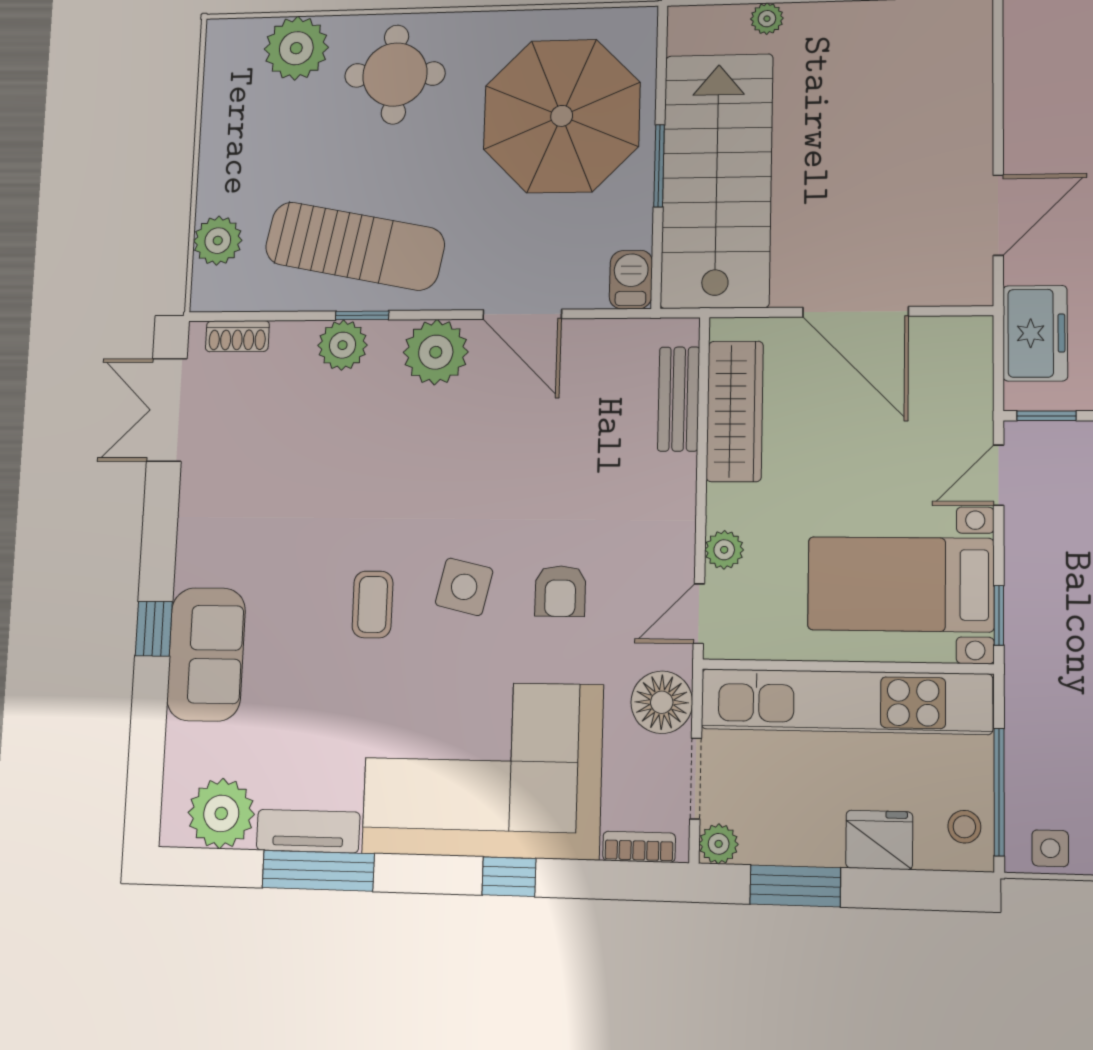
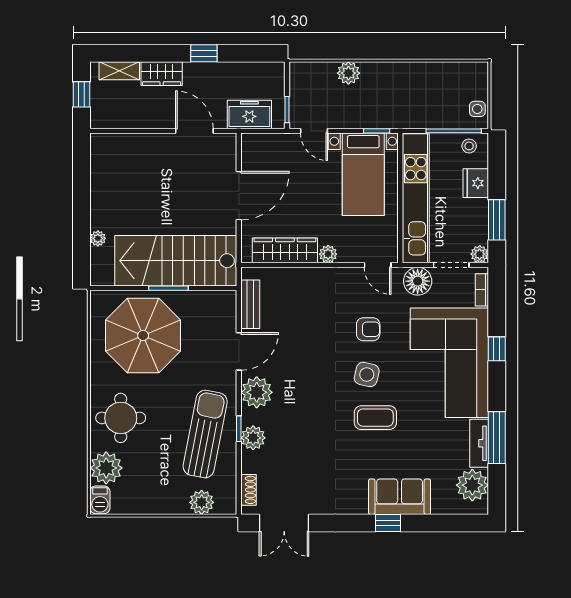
barbecue: (631, 280) -> (100, 500), moved, turned -90
bench: (679, 399) -> (250, 304), moved, turned 90
plant: (724, 550) -> (328, 254), moved
coffee table: (373, 604) -> (375, 418), width x1.36, depth x1.30

